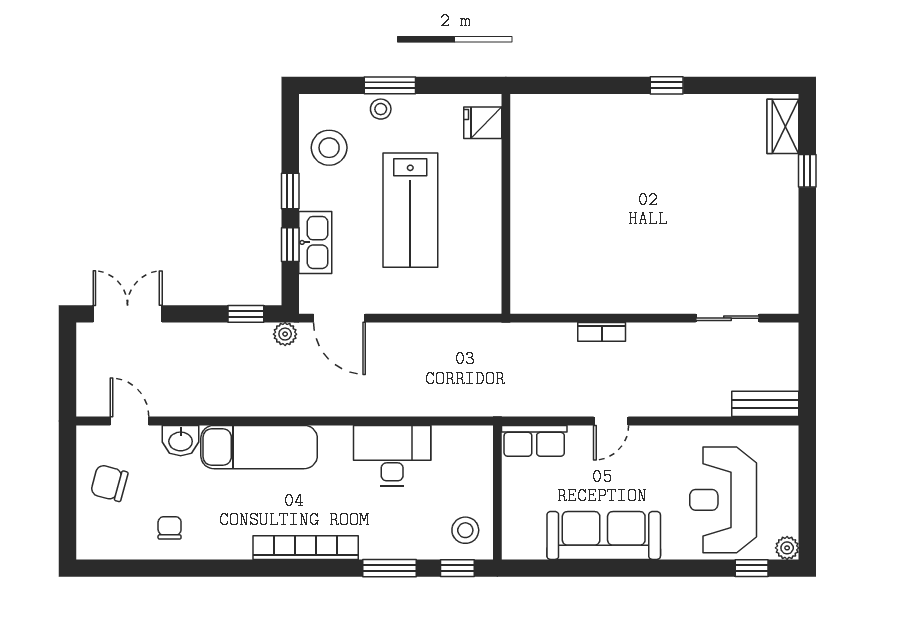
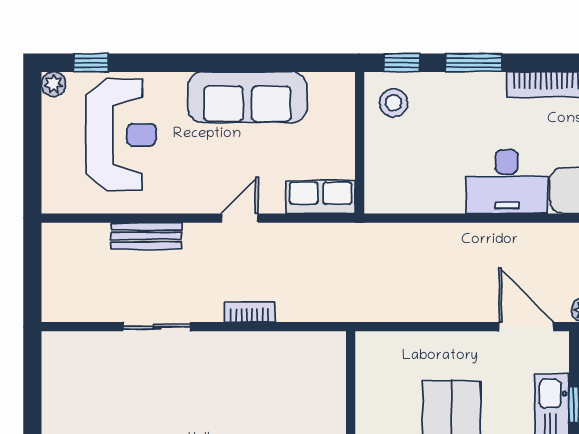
sliding door: (728, 318) -> (157, 327), moved
bench: (765, 404) -> (146, 236), moved
desk: (392, 455) -> (507, 182), moved

